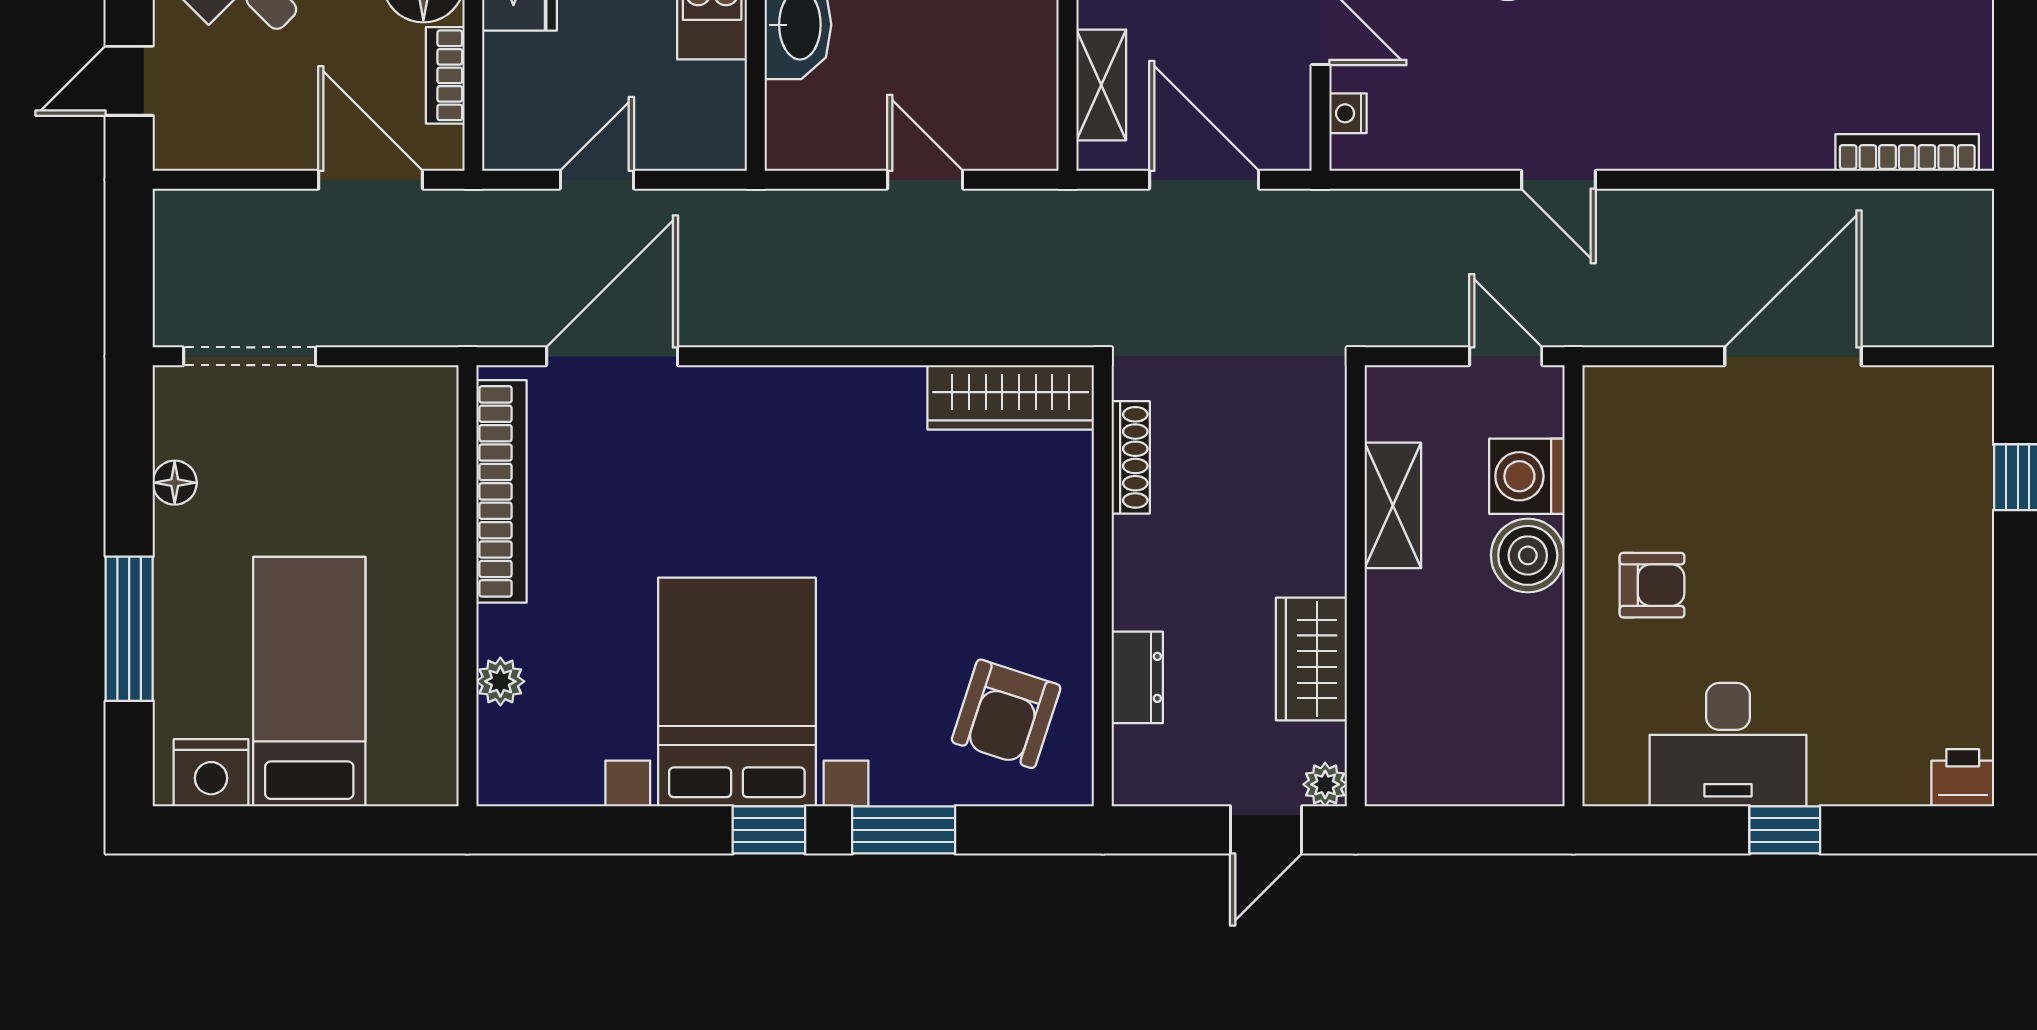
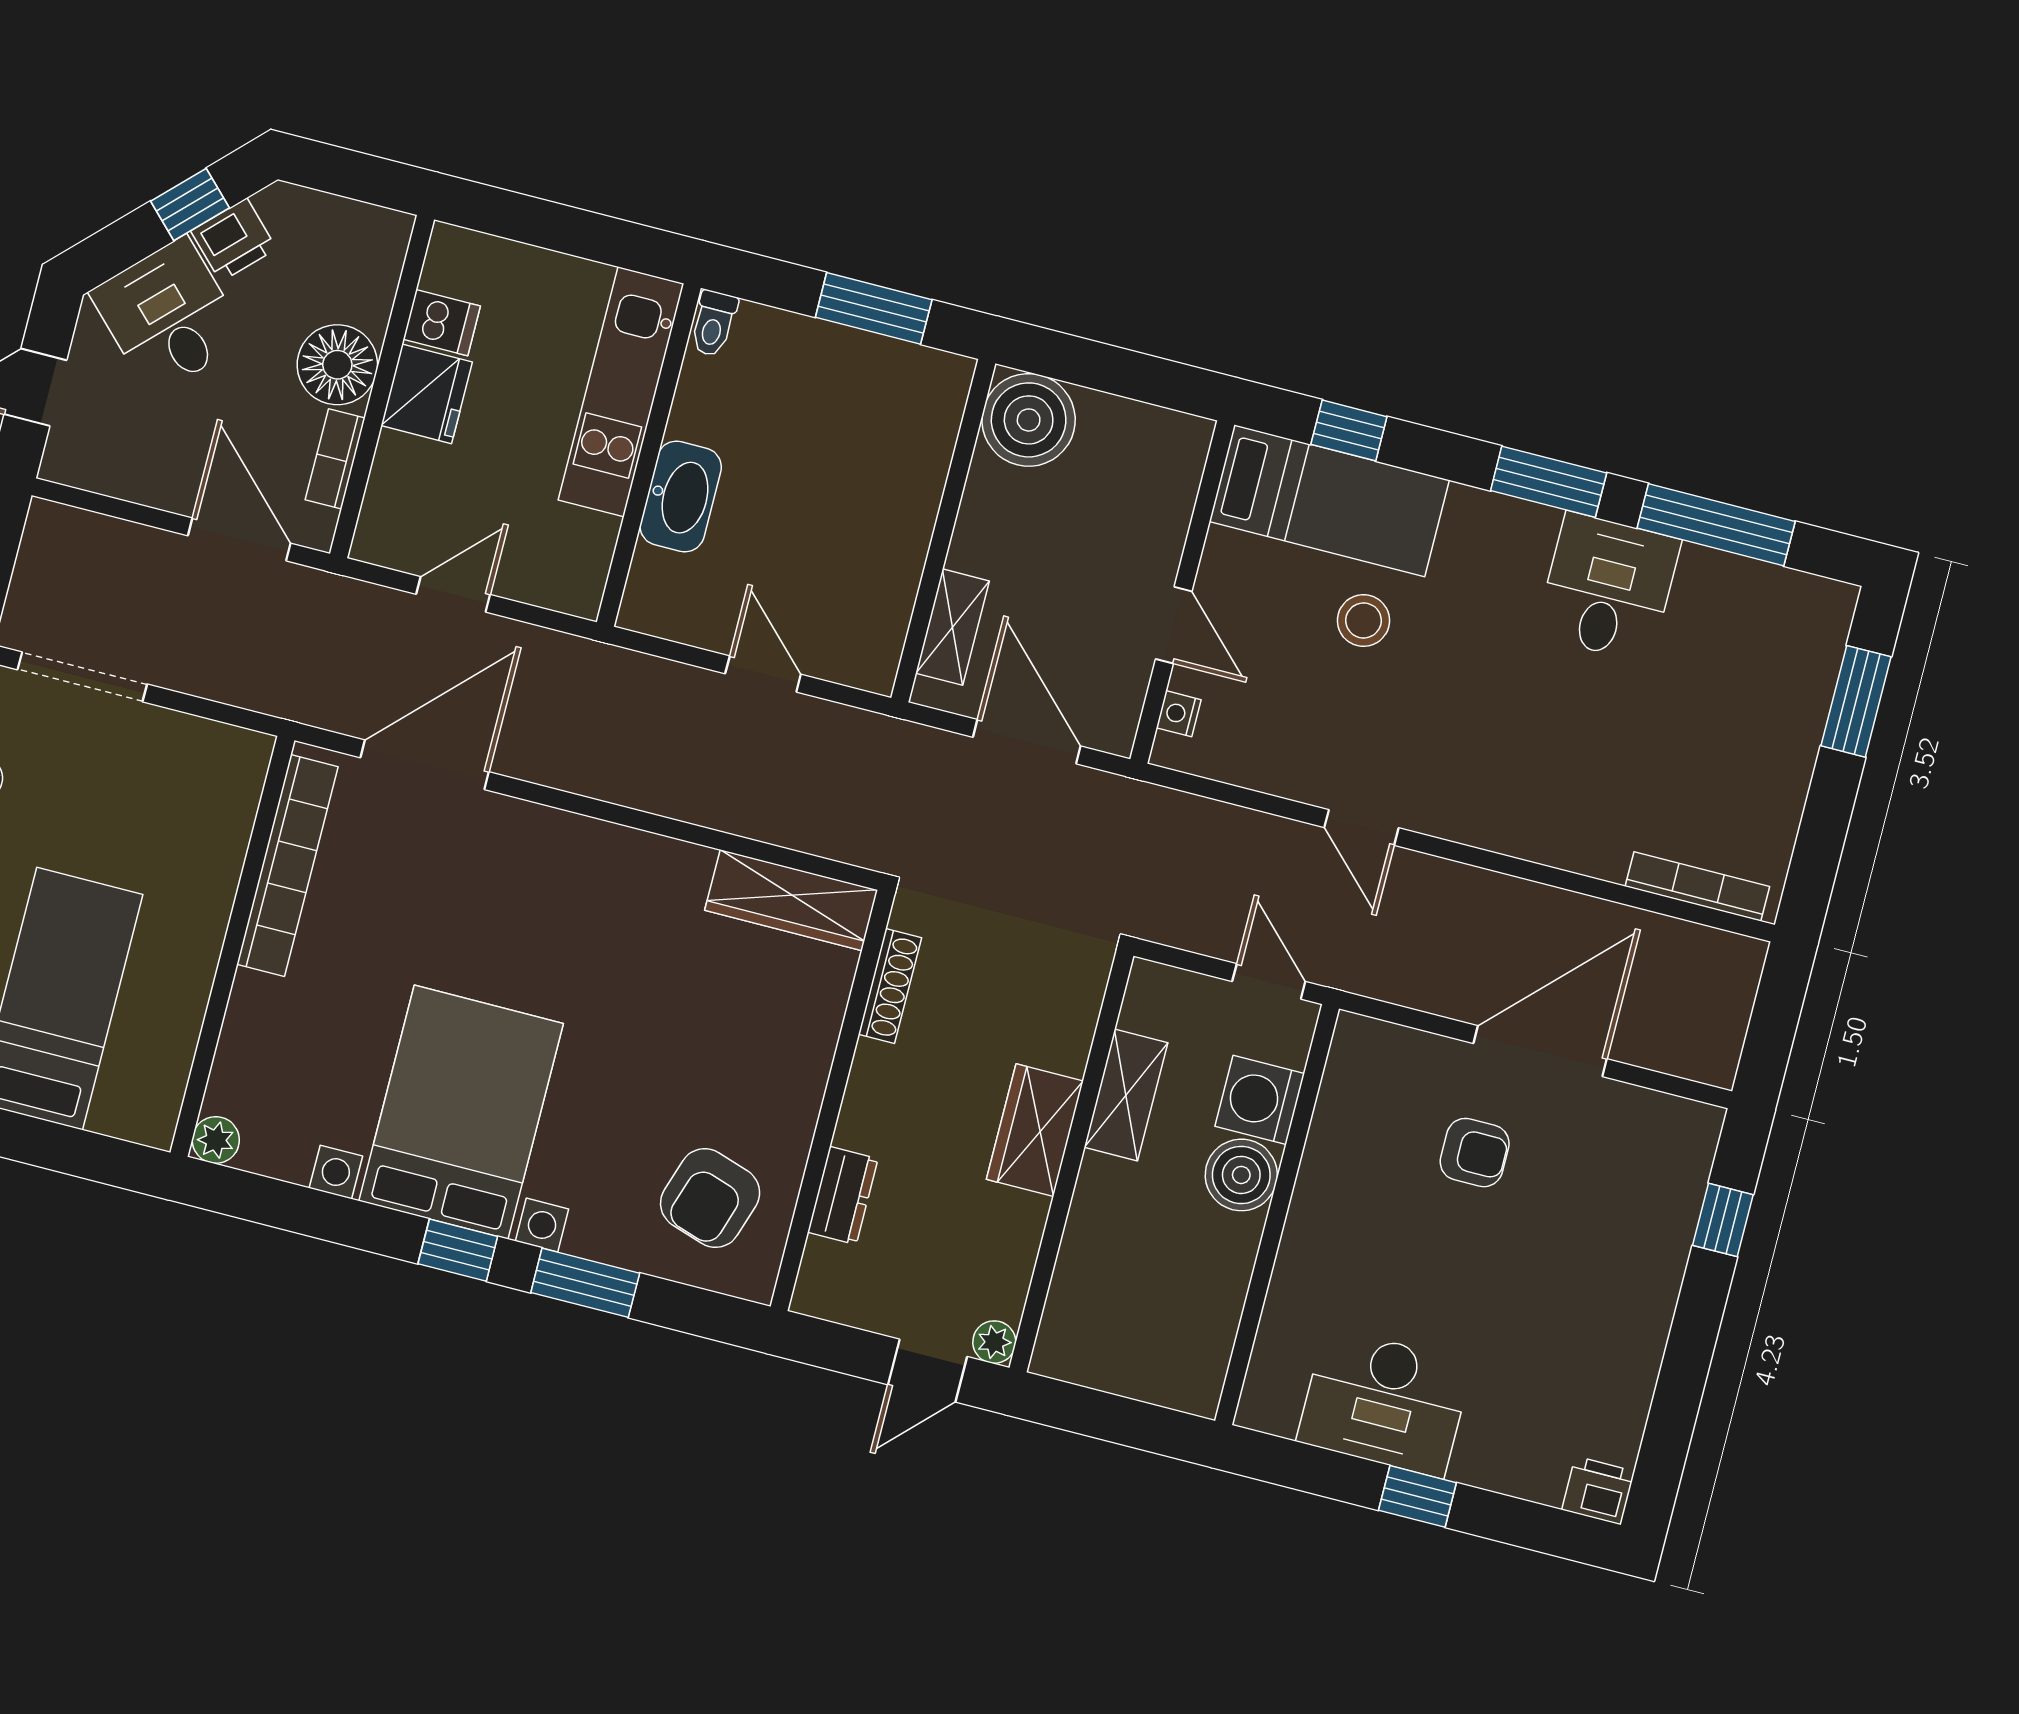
armchair: (1652, 585) -> (1475, 1153), moved
wardrobe: (1311, 659) -> (1035, 1130), moved
plant: (500, 681) -> (216, 1140), moved

